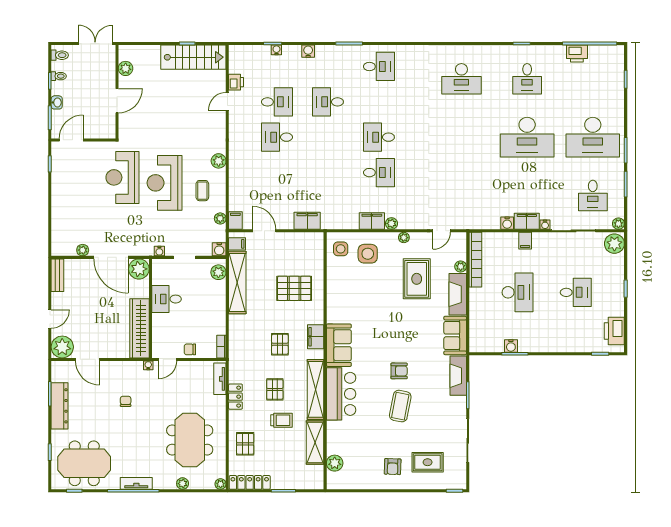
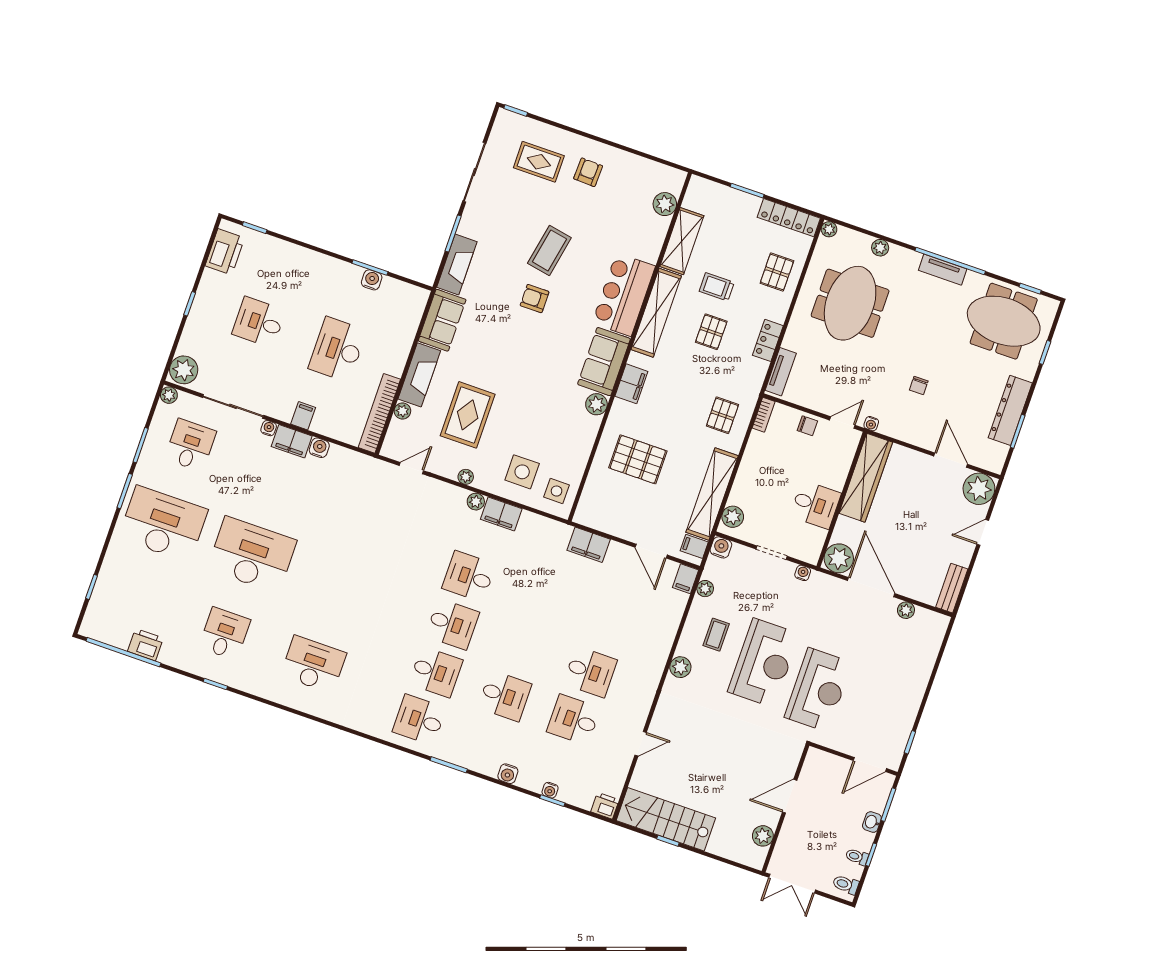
printer: (236, 82) -> (605, 806), moved, turned 90
desk: (379, 102) -> (436, 672), added
plant: (334, 315) -> (596, 404), added
pallet: (280, 344) -> (722, 415), moved

